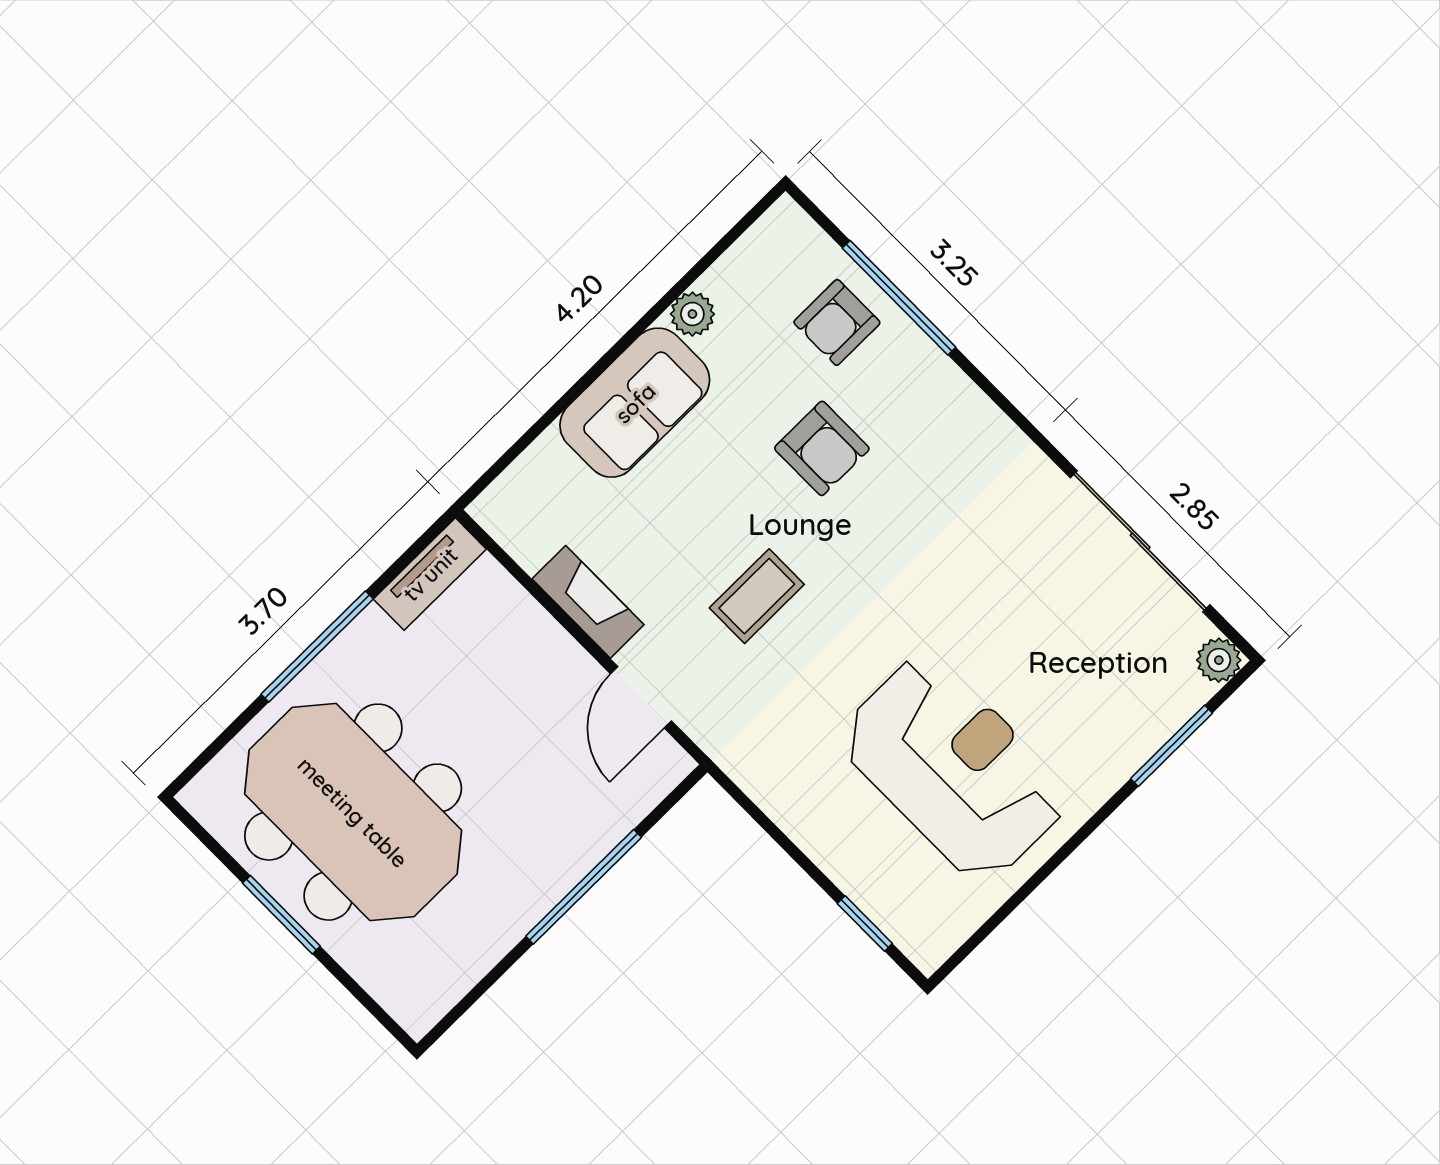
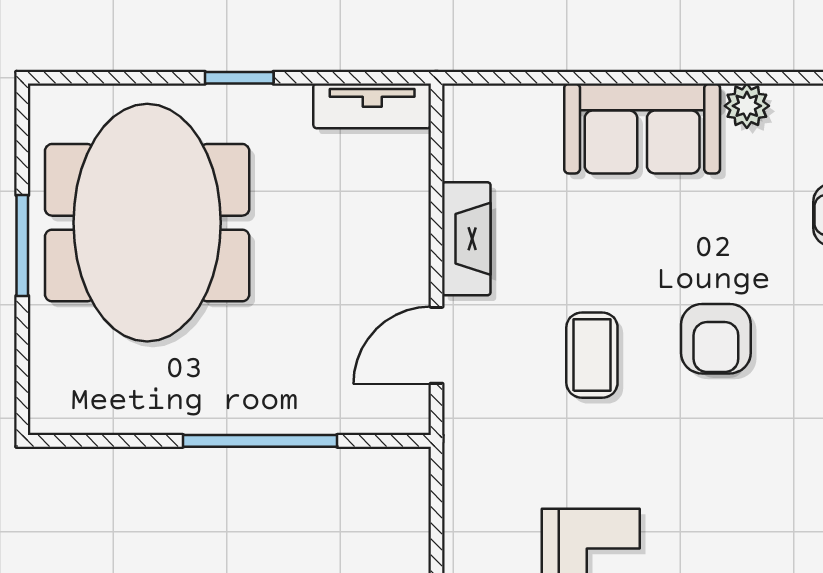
armchair: (822, 448) -> (716, 339), moved
coffee table: (757, 596) -> (592, 355), turned 90
window: (317, 647) -> (239, 78), width x0.46

